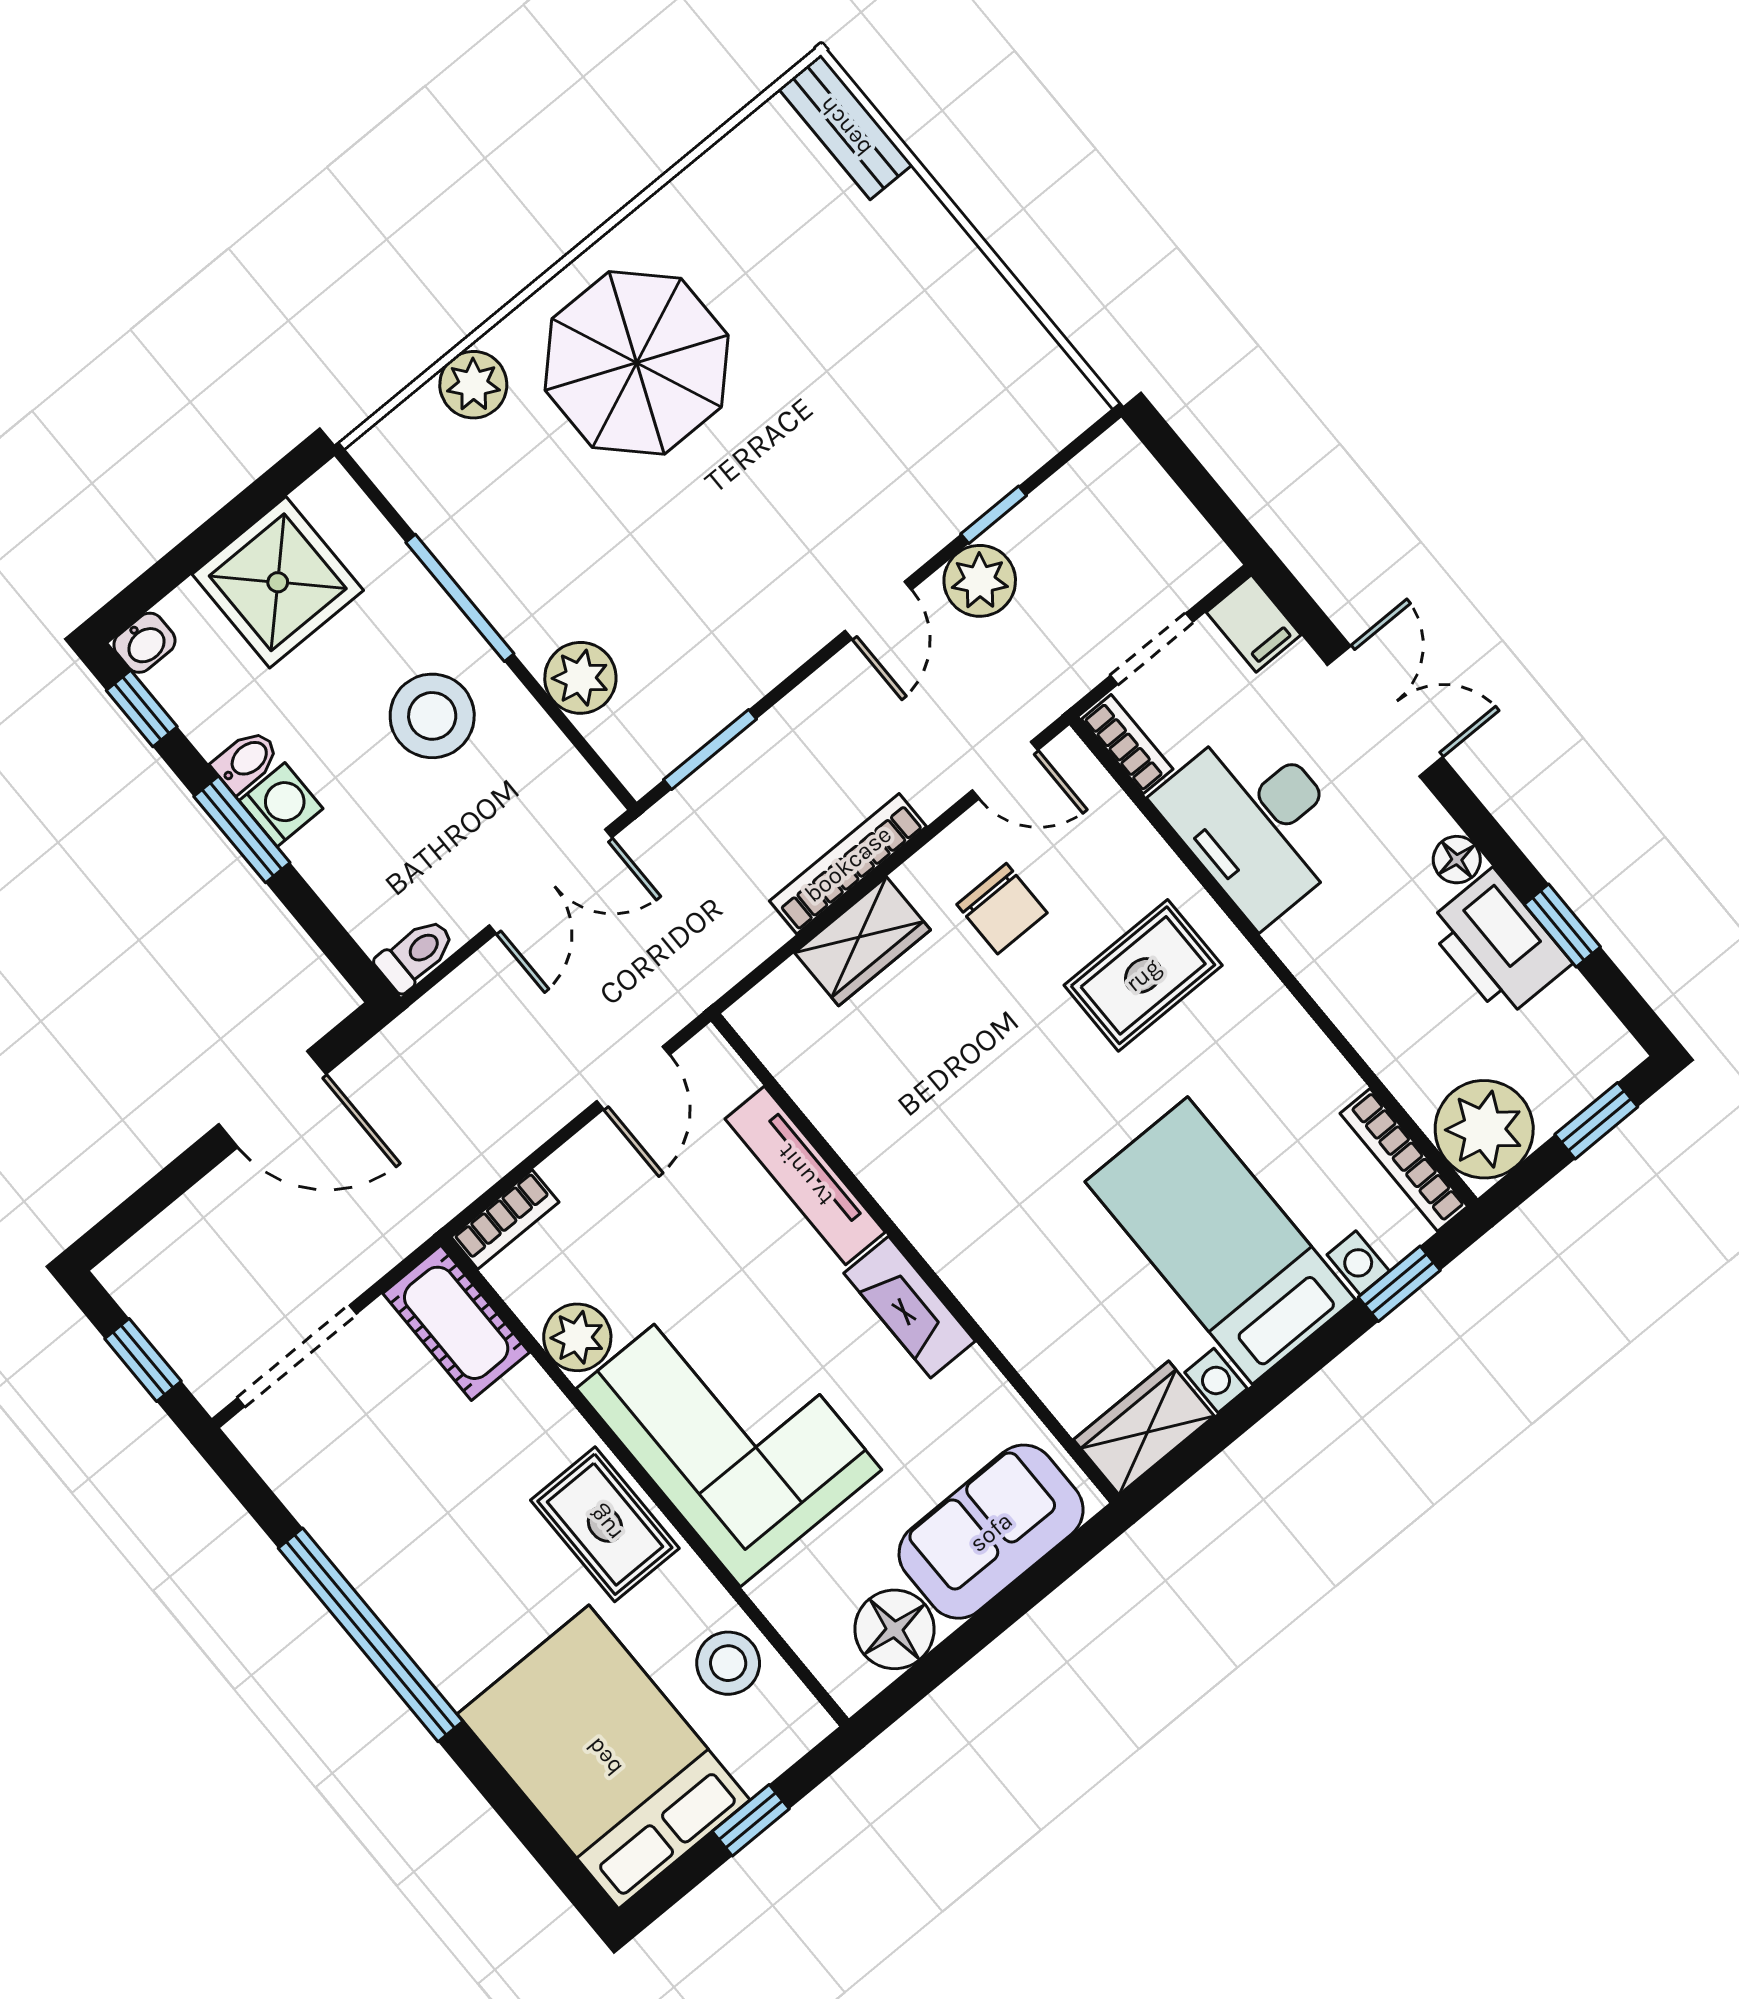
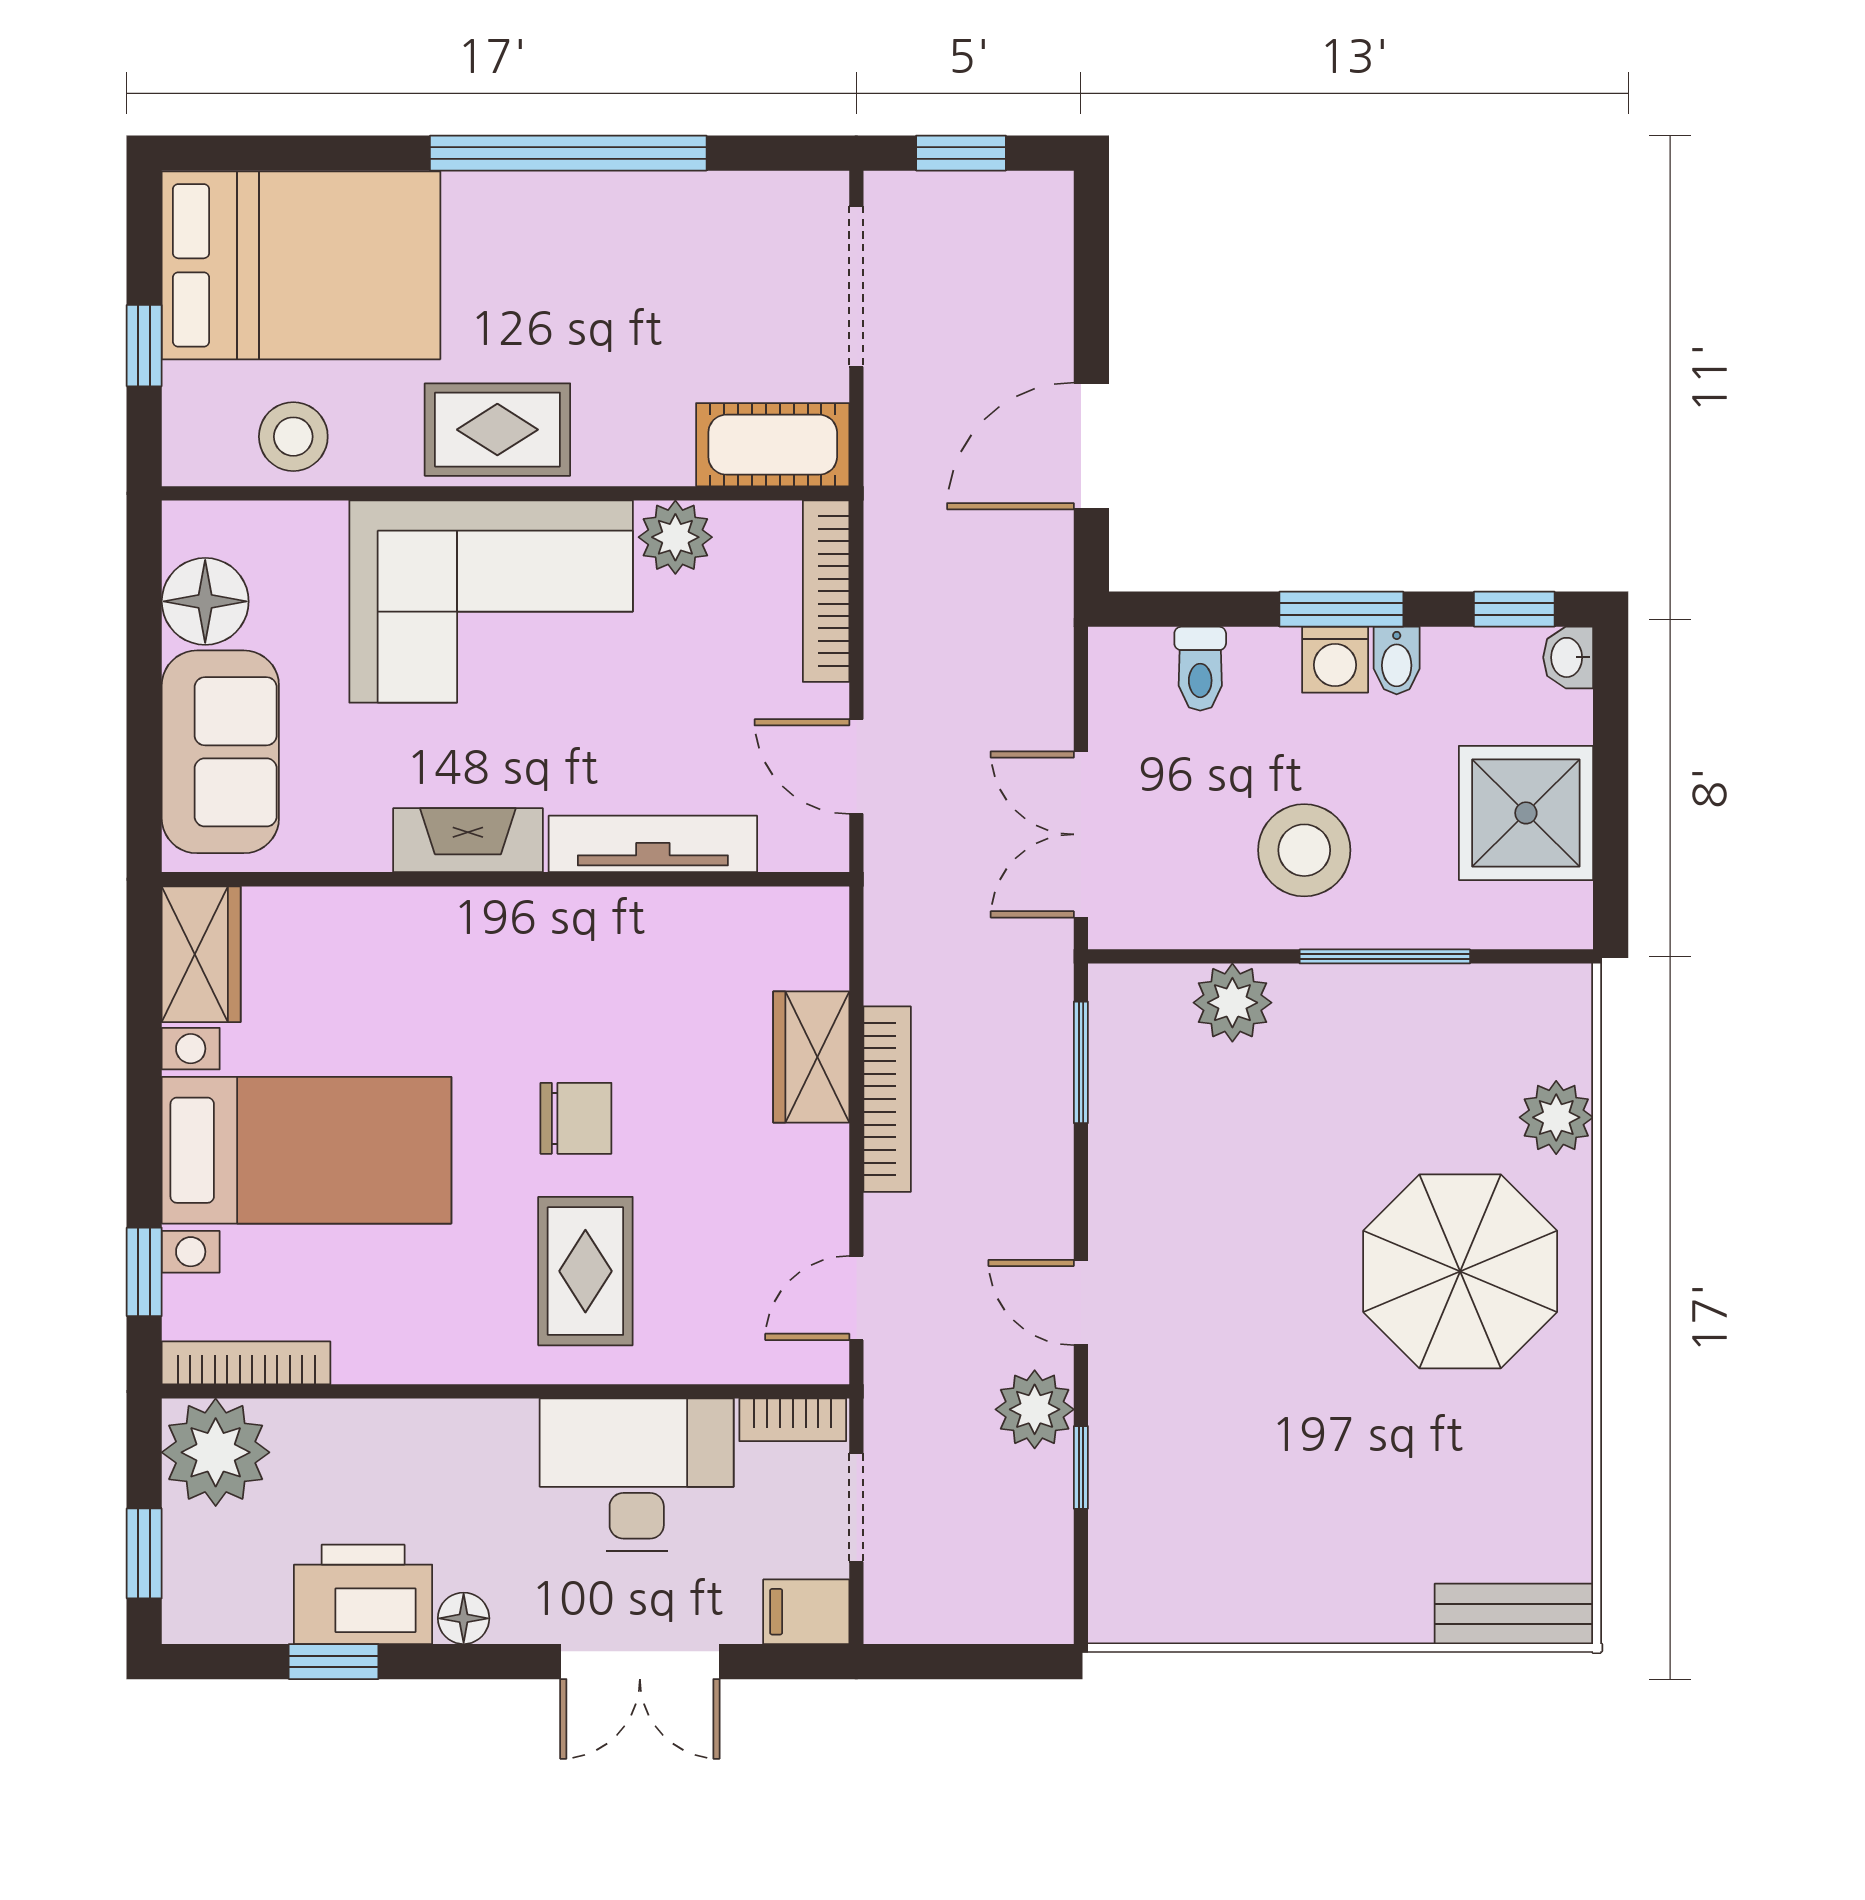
chair: (1002, 909) -> (576, 1118), moved, turned 180
toilet: (415, 954) -> (1200, 669), moved
bookcase: (505, 1220) -> (826, 591), width x1.56

